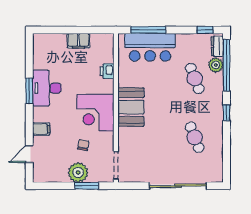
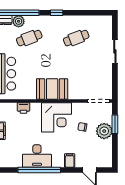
window: (29, 91) -> (39, 170), width x2.11
sliding door: (178, 186) -> (115, 51), width x0.54

